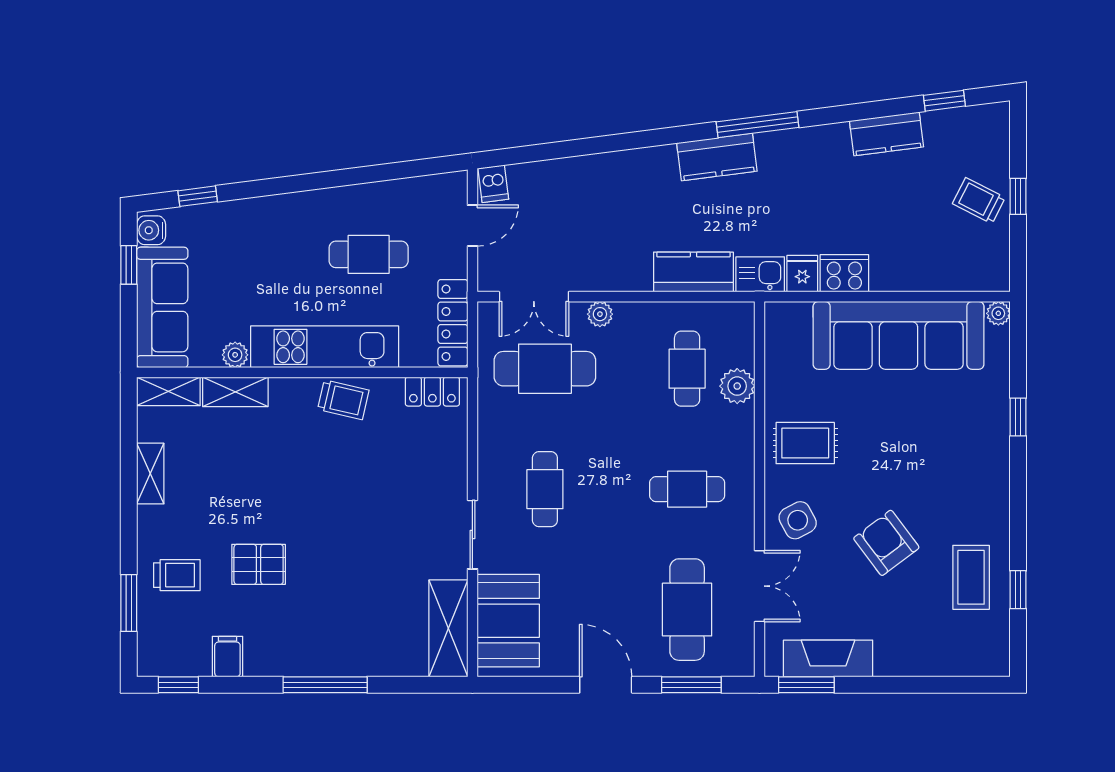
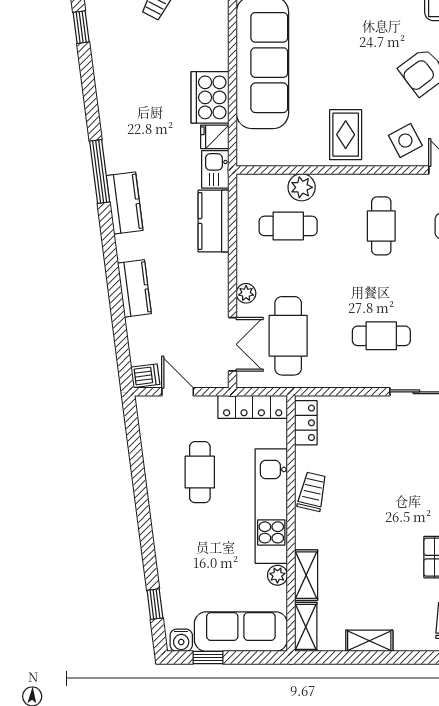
kitchen counter: (886, 134) -> (134, 288), moved
cooker: (844, 273) -> (210, 97), width x1.37, depth x1.31

